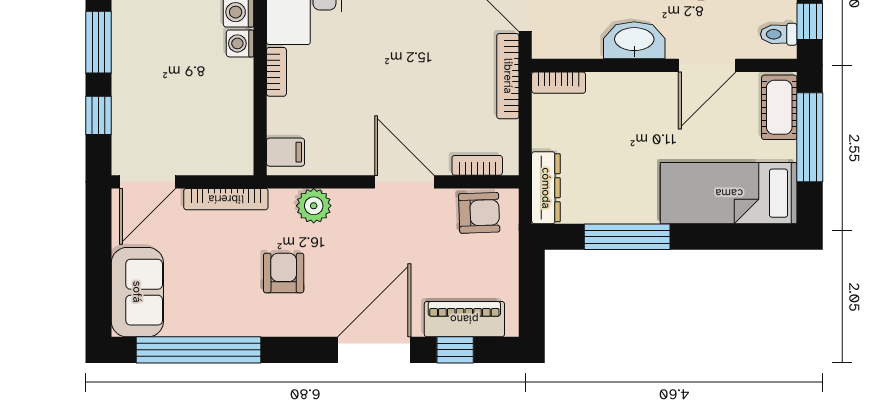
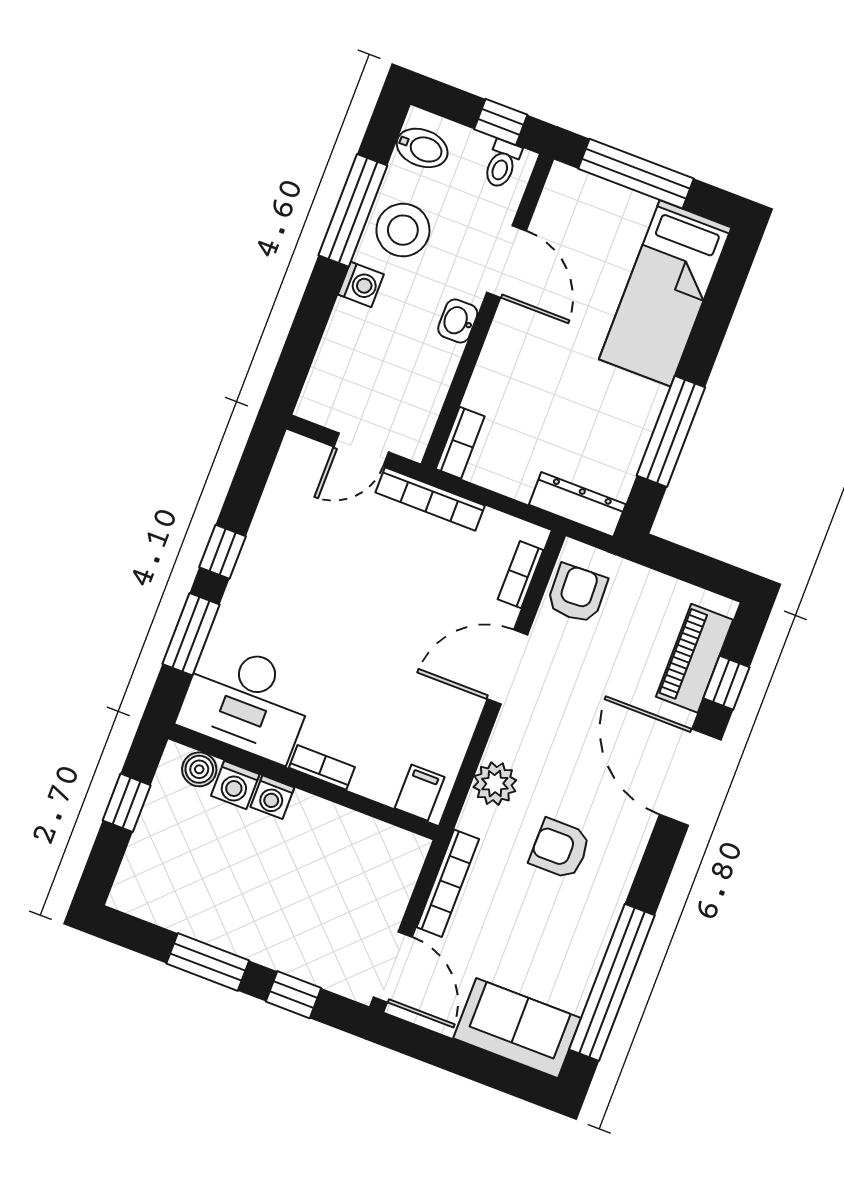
washbasin: (634, 40) -> (458, 321), width x0.52, depth x0.69
cot: (779, 107) -> (588, 196), removed

